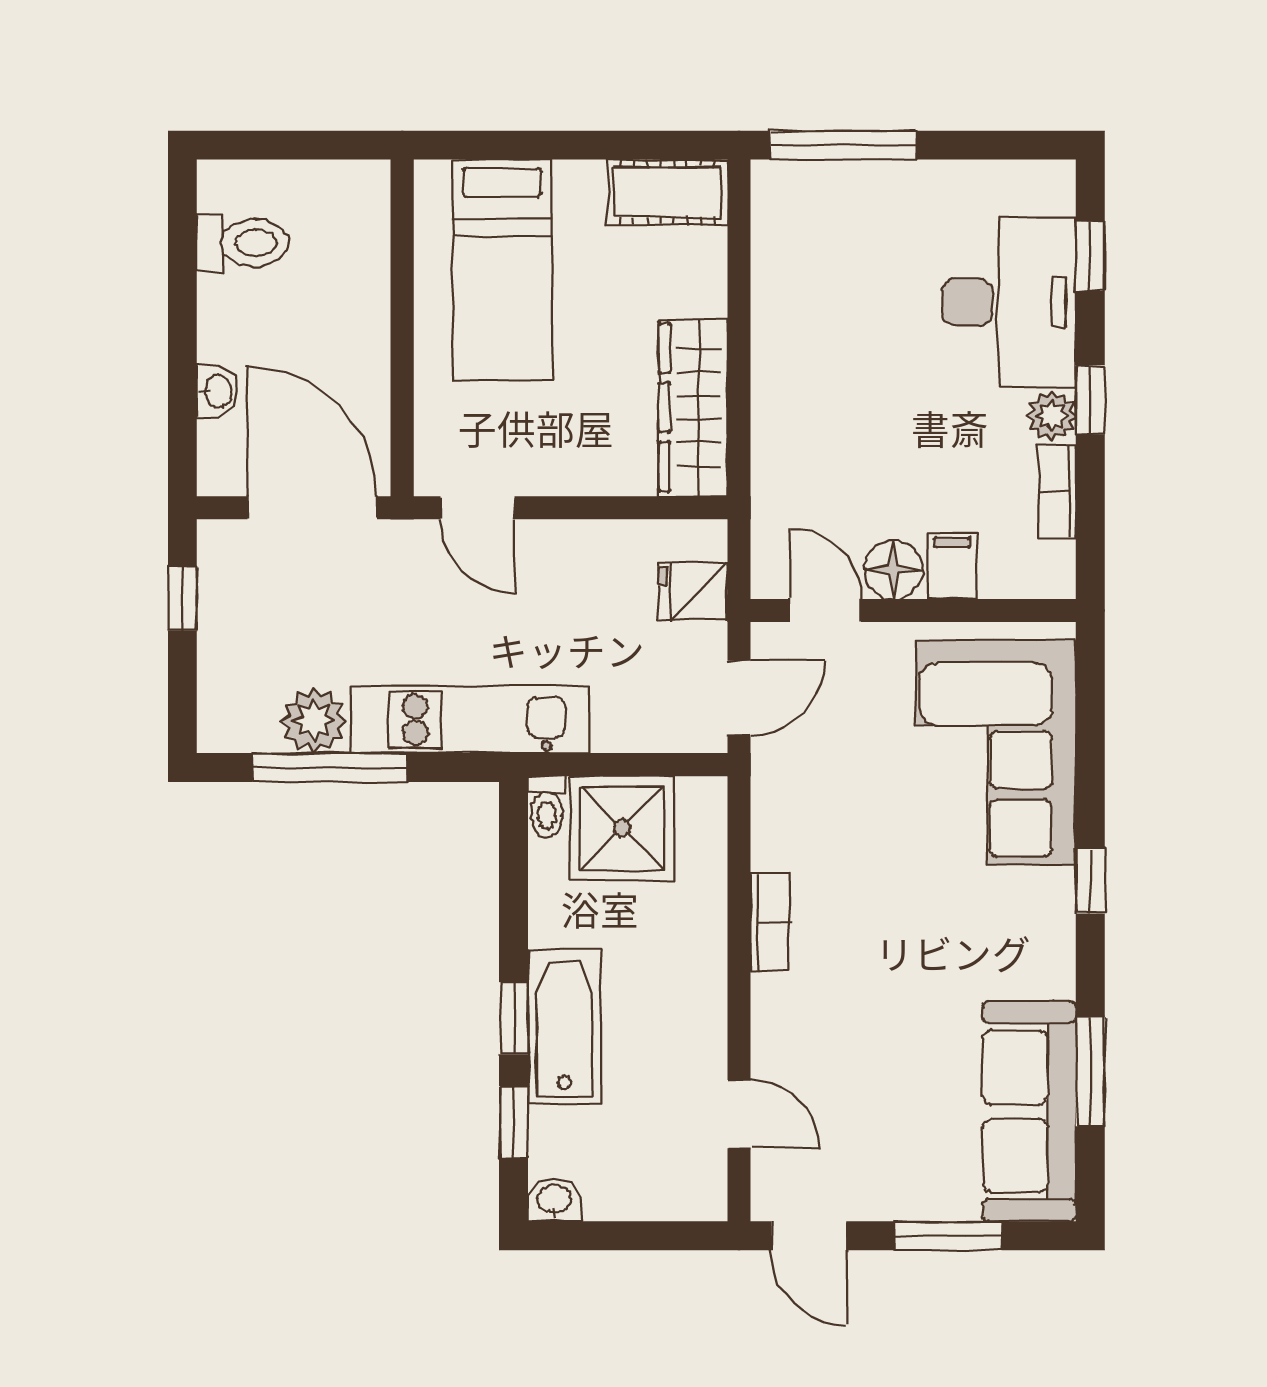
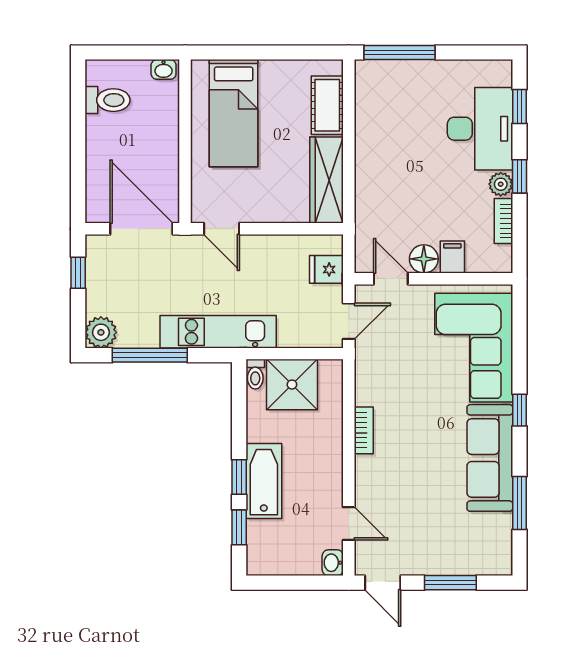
cot: (667, 192) -> (327, 105), moved, turned 90
washbasin: (217, 392) -> (164, 69), moved, turned 90
plant: (314, 721) -> (101, 332), moved
sofa: (1029, 1111) -> (490, 458), moved
washbasin: (555, 1200) -> (333, 563), moved, turned -90

